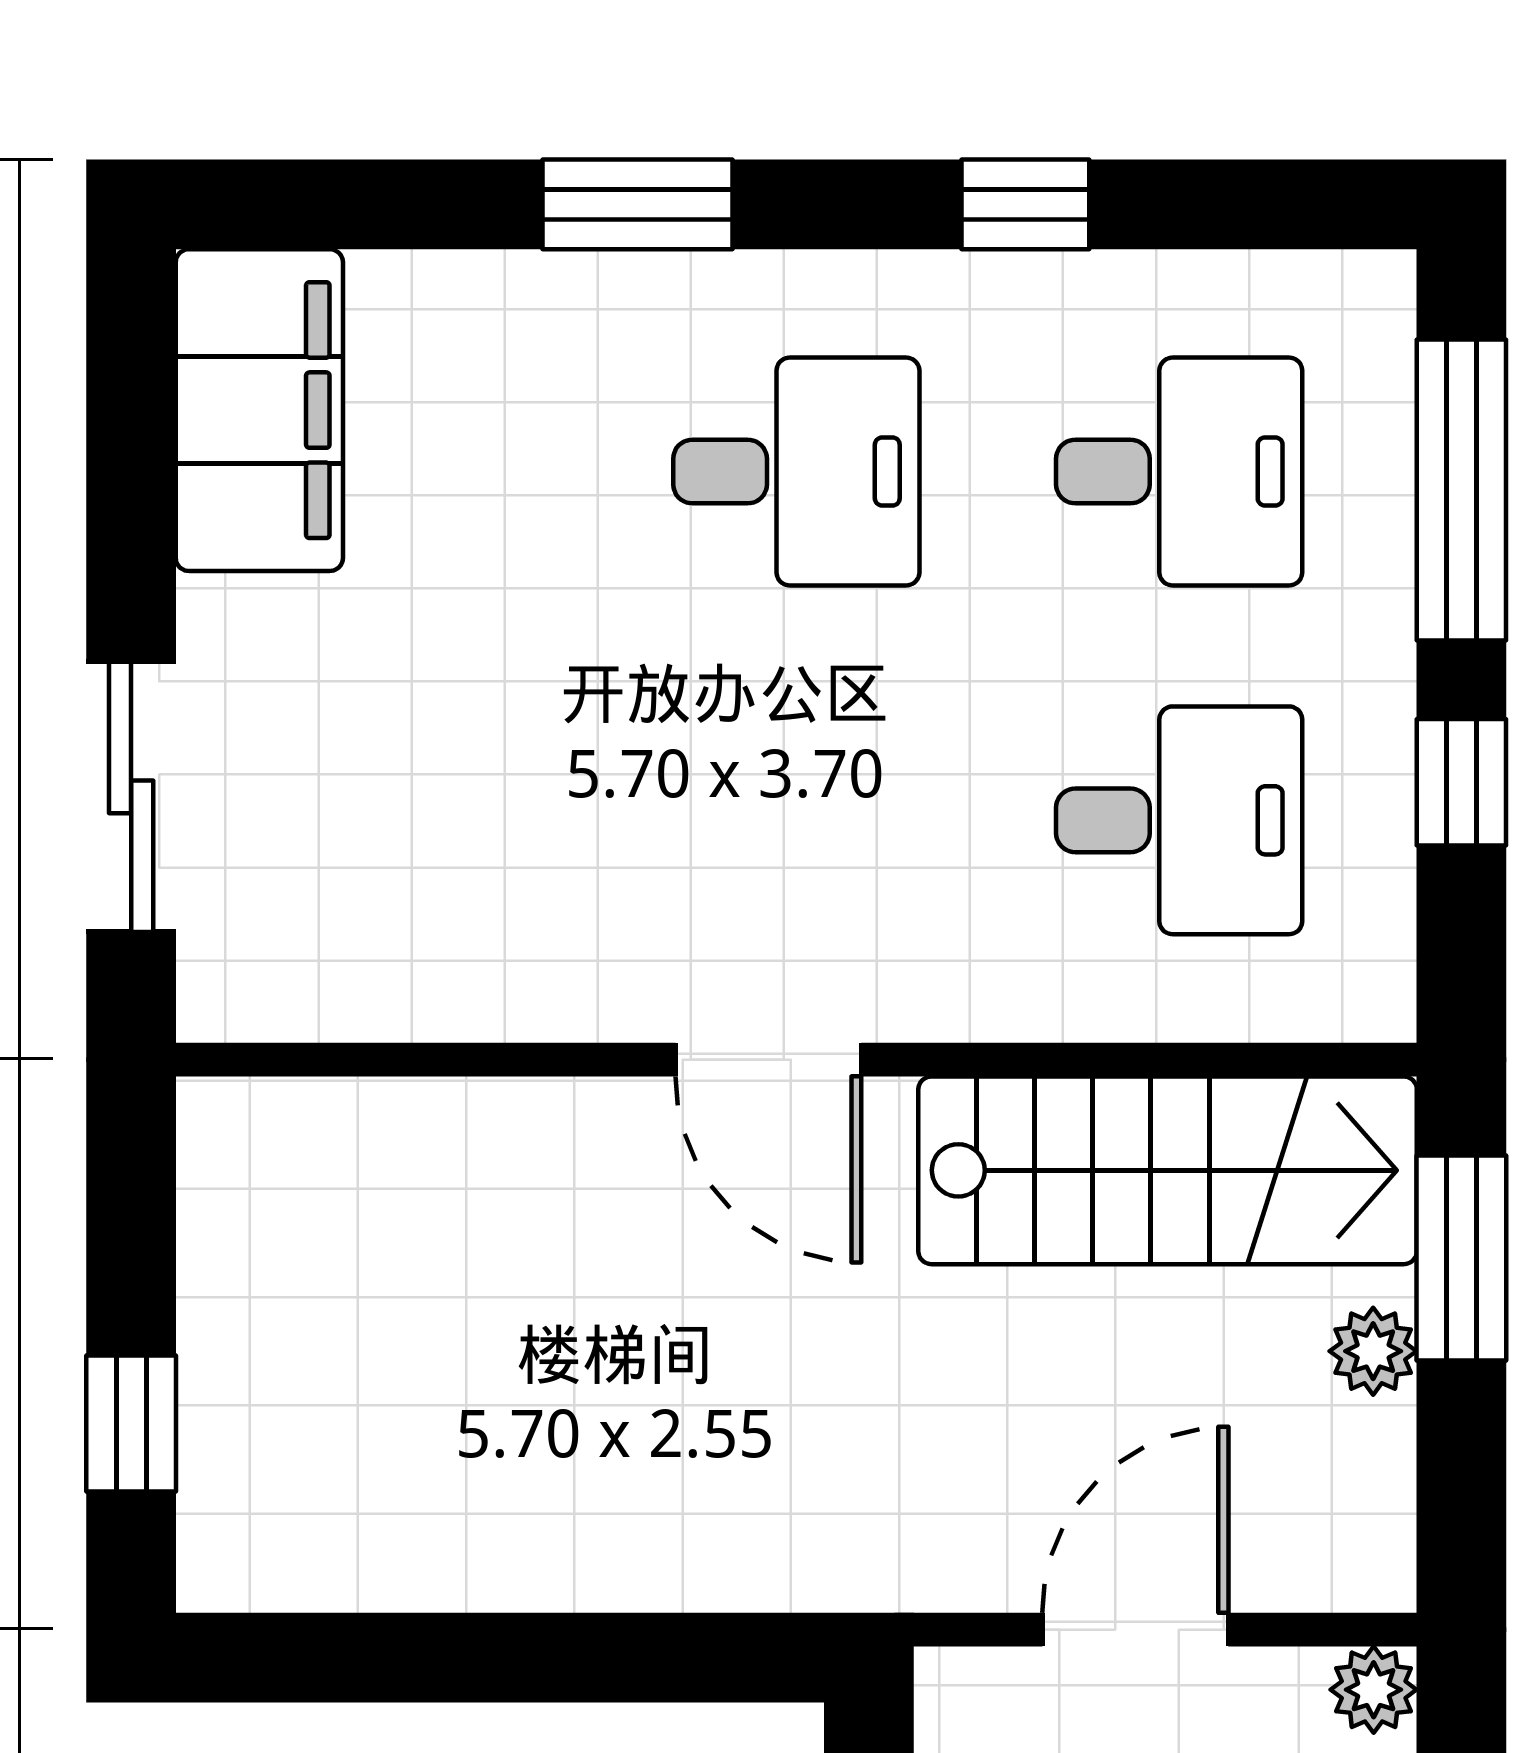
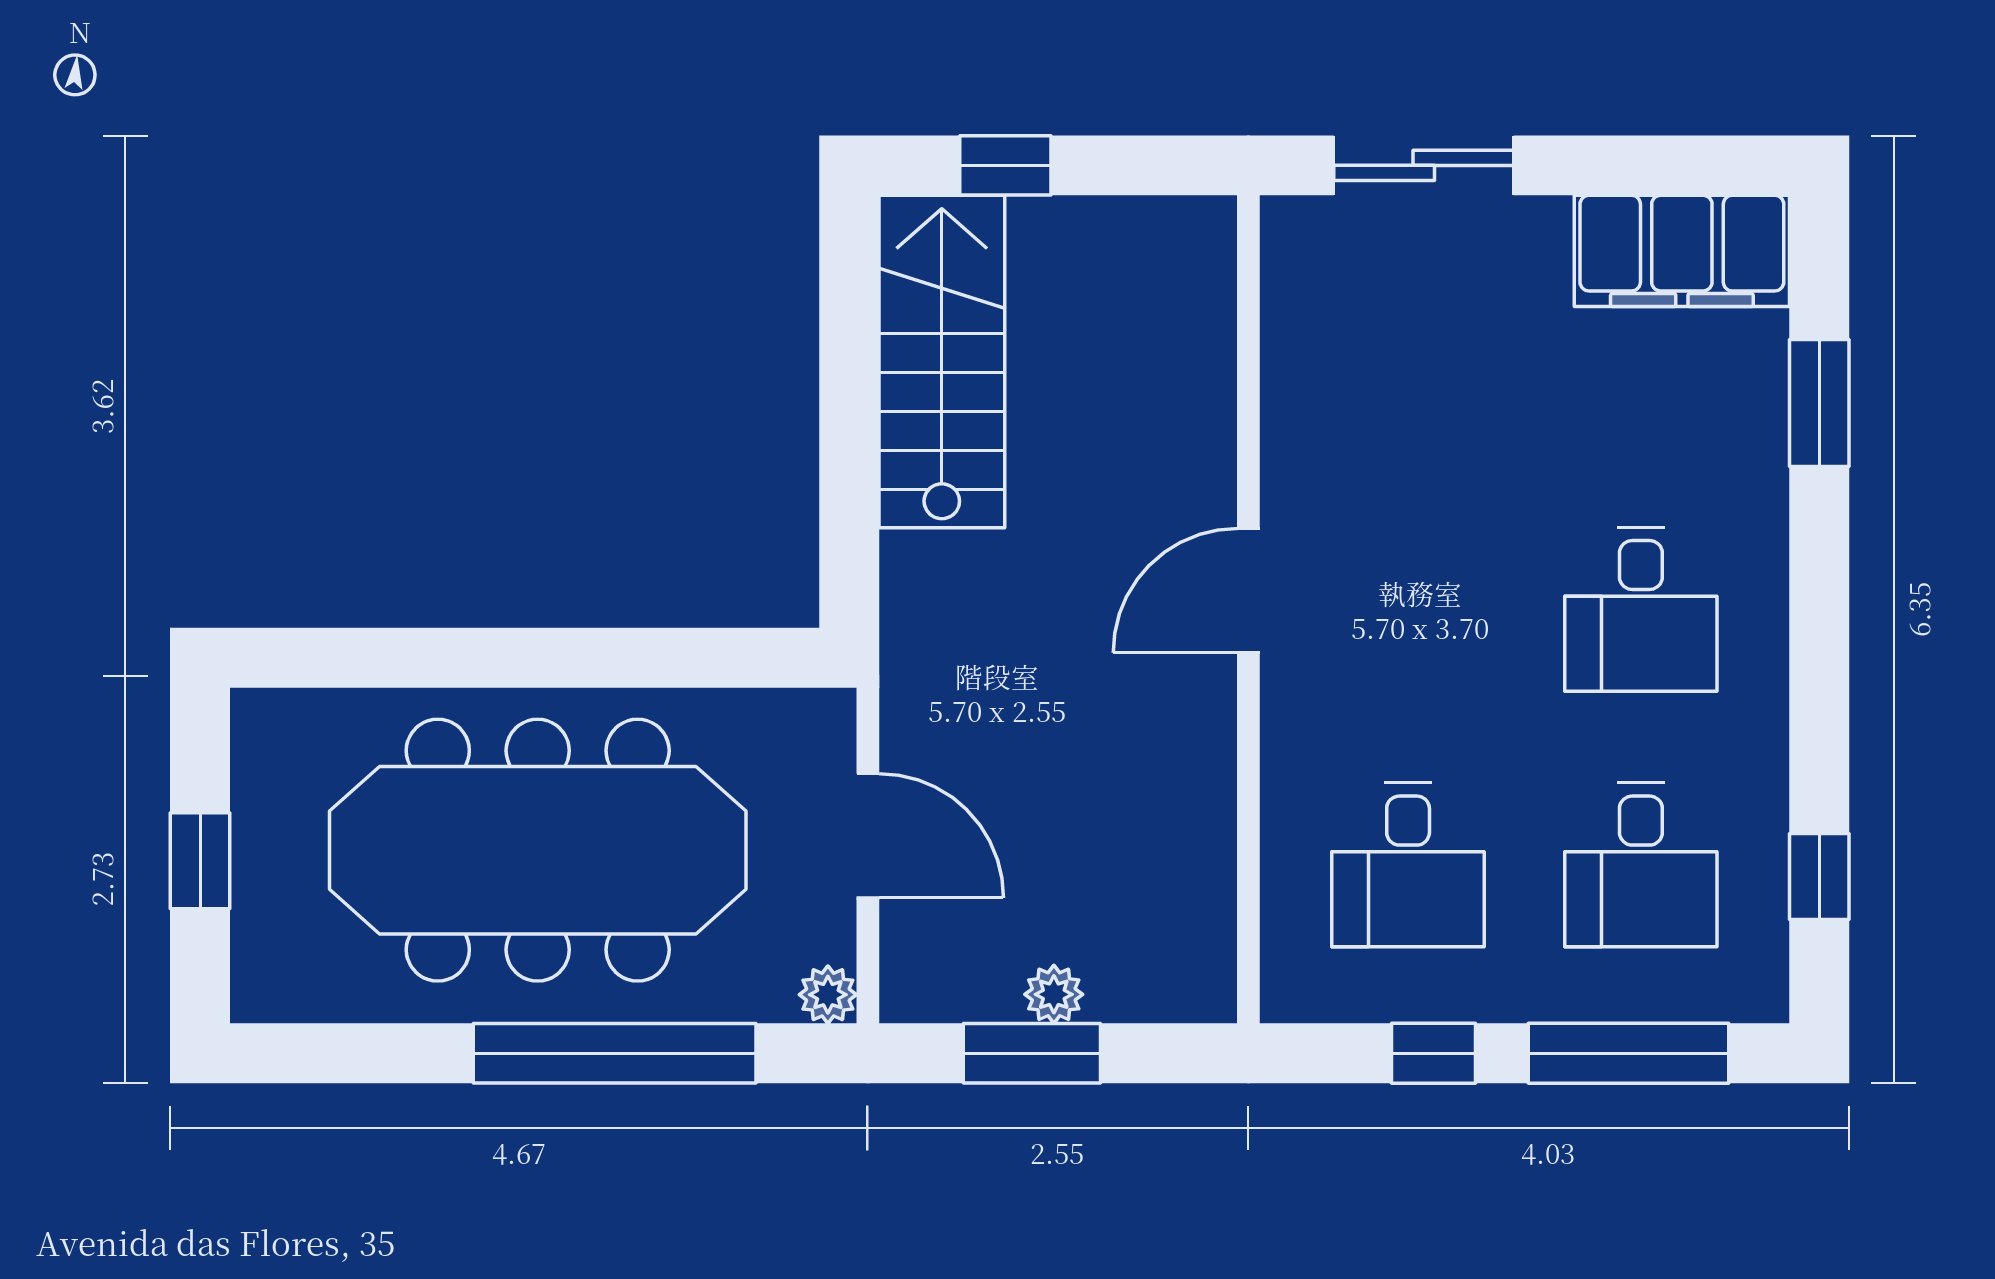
window: (638, 204) -> (1819, 403), moved
window: (1025, 204) -> (1819, 877), moved
stairs: (1168, 1170) -> (942, 362), moved, turned 180
window: (1461, 1258) -> (1032, 1053), moved

